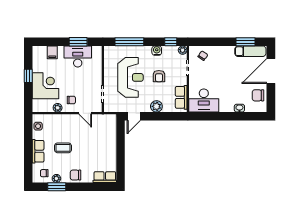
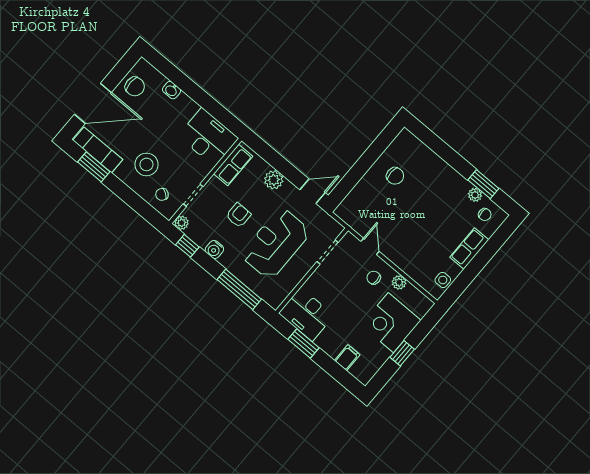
desk: (78, 56) -> (306, 314), moved
stool: (222, 64) -> (146, 164), added
coffee table: (63, 148) -> (435, 226), removed
chair: (76, 175) -> (395, 176), moved
row of seats: (105, 177) -> (413, 146), removed

